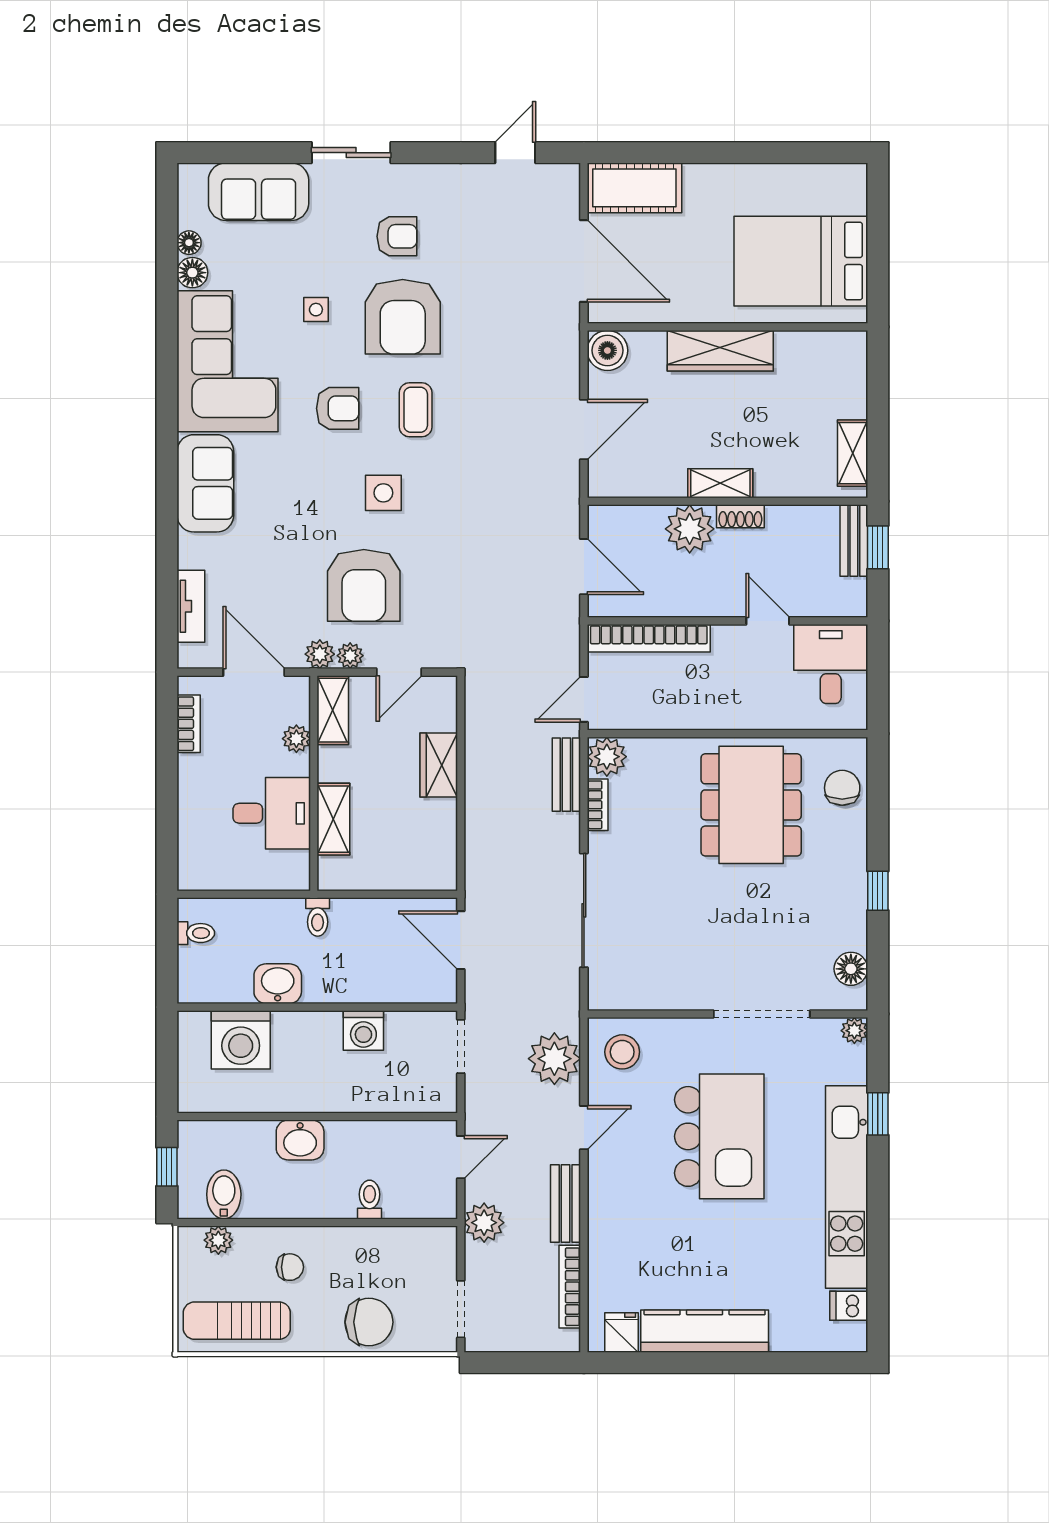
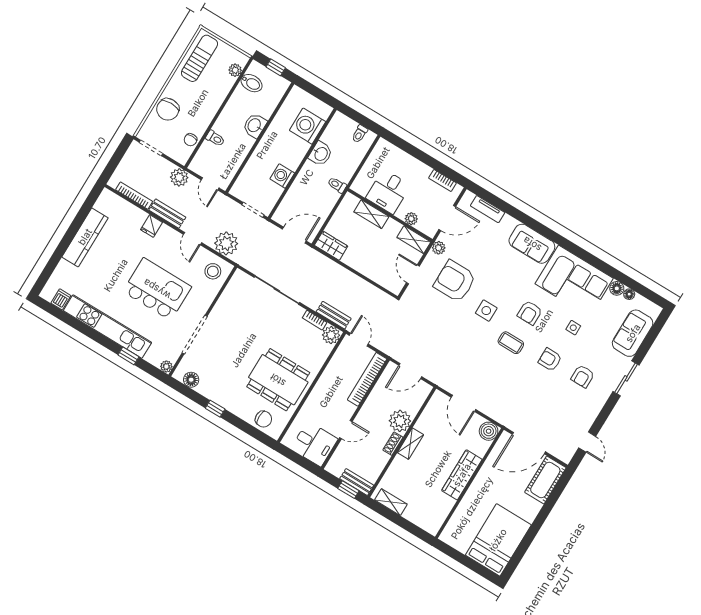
bed: (801, 261) -> (498, 540), moved
armchair: (403, 317) -> (550, 360), width x0.53, depth x0.53
plant: (350, 656) -> (431, 259), removed
wardrobe: (439, 765) -> (331, 246), moved
kitchen island: (719, 1136) -> (157, 289), turned 180
chair: (290, 1267) -> (190, 140), moved
fridge: (621, 1333) -> (152, 226), moved, turned 90

